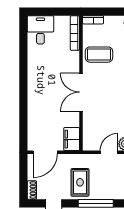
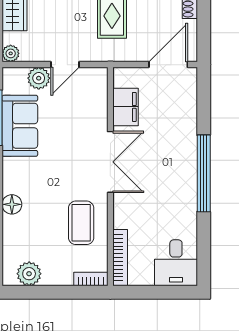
coffee table: (99, 55) -> (81, 223), turned 90
window: (23, 85) -> (204, 173), added
filing cabinet: (72, 139) -> (125, 107), moved

